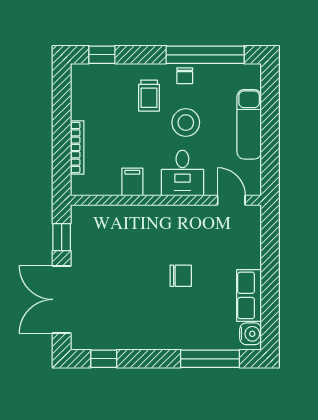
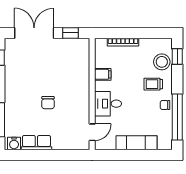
stool: (186, 123) -> (162, 62), moved

